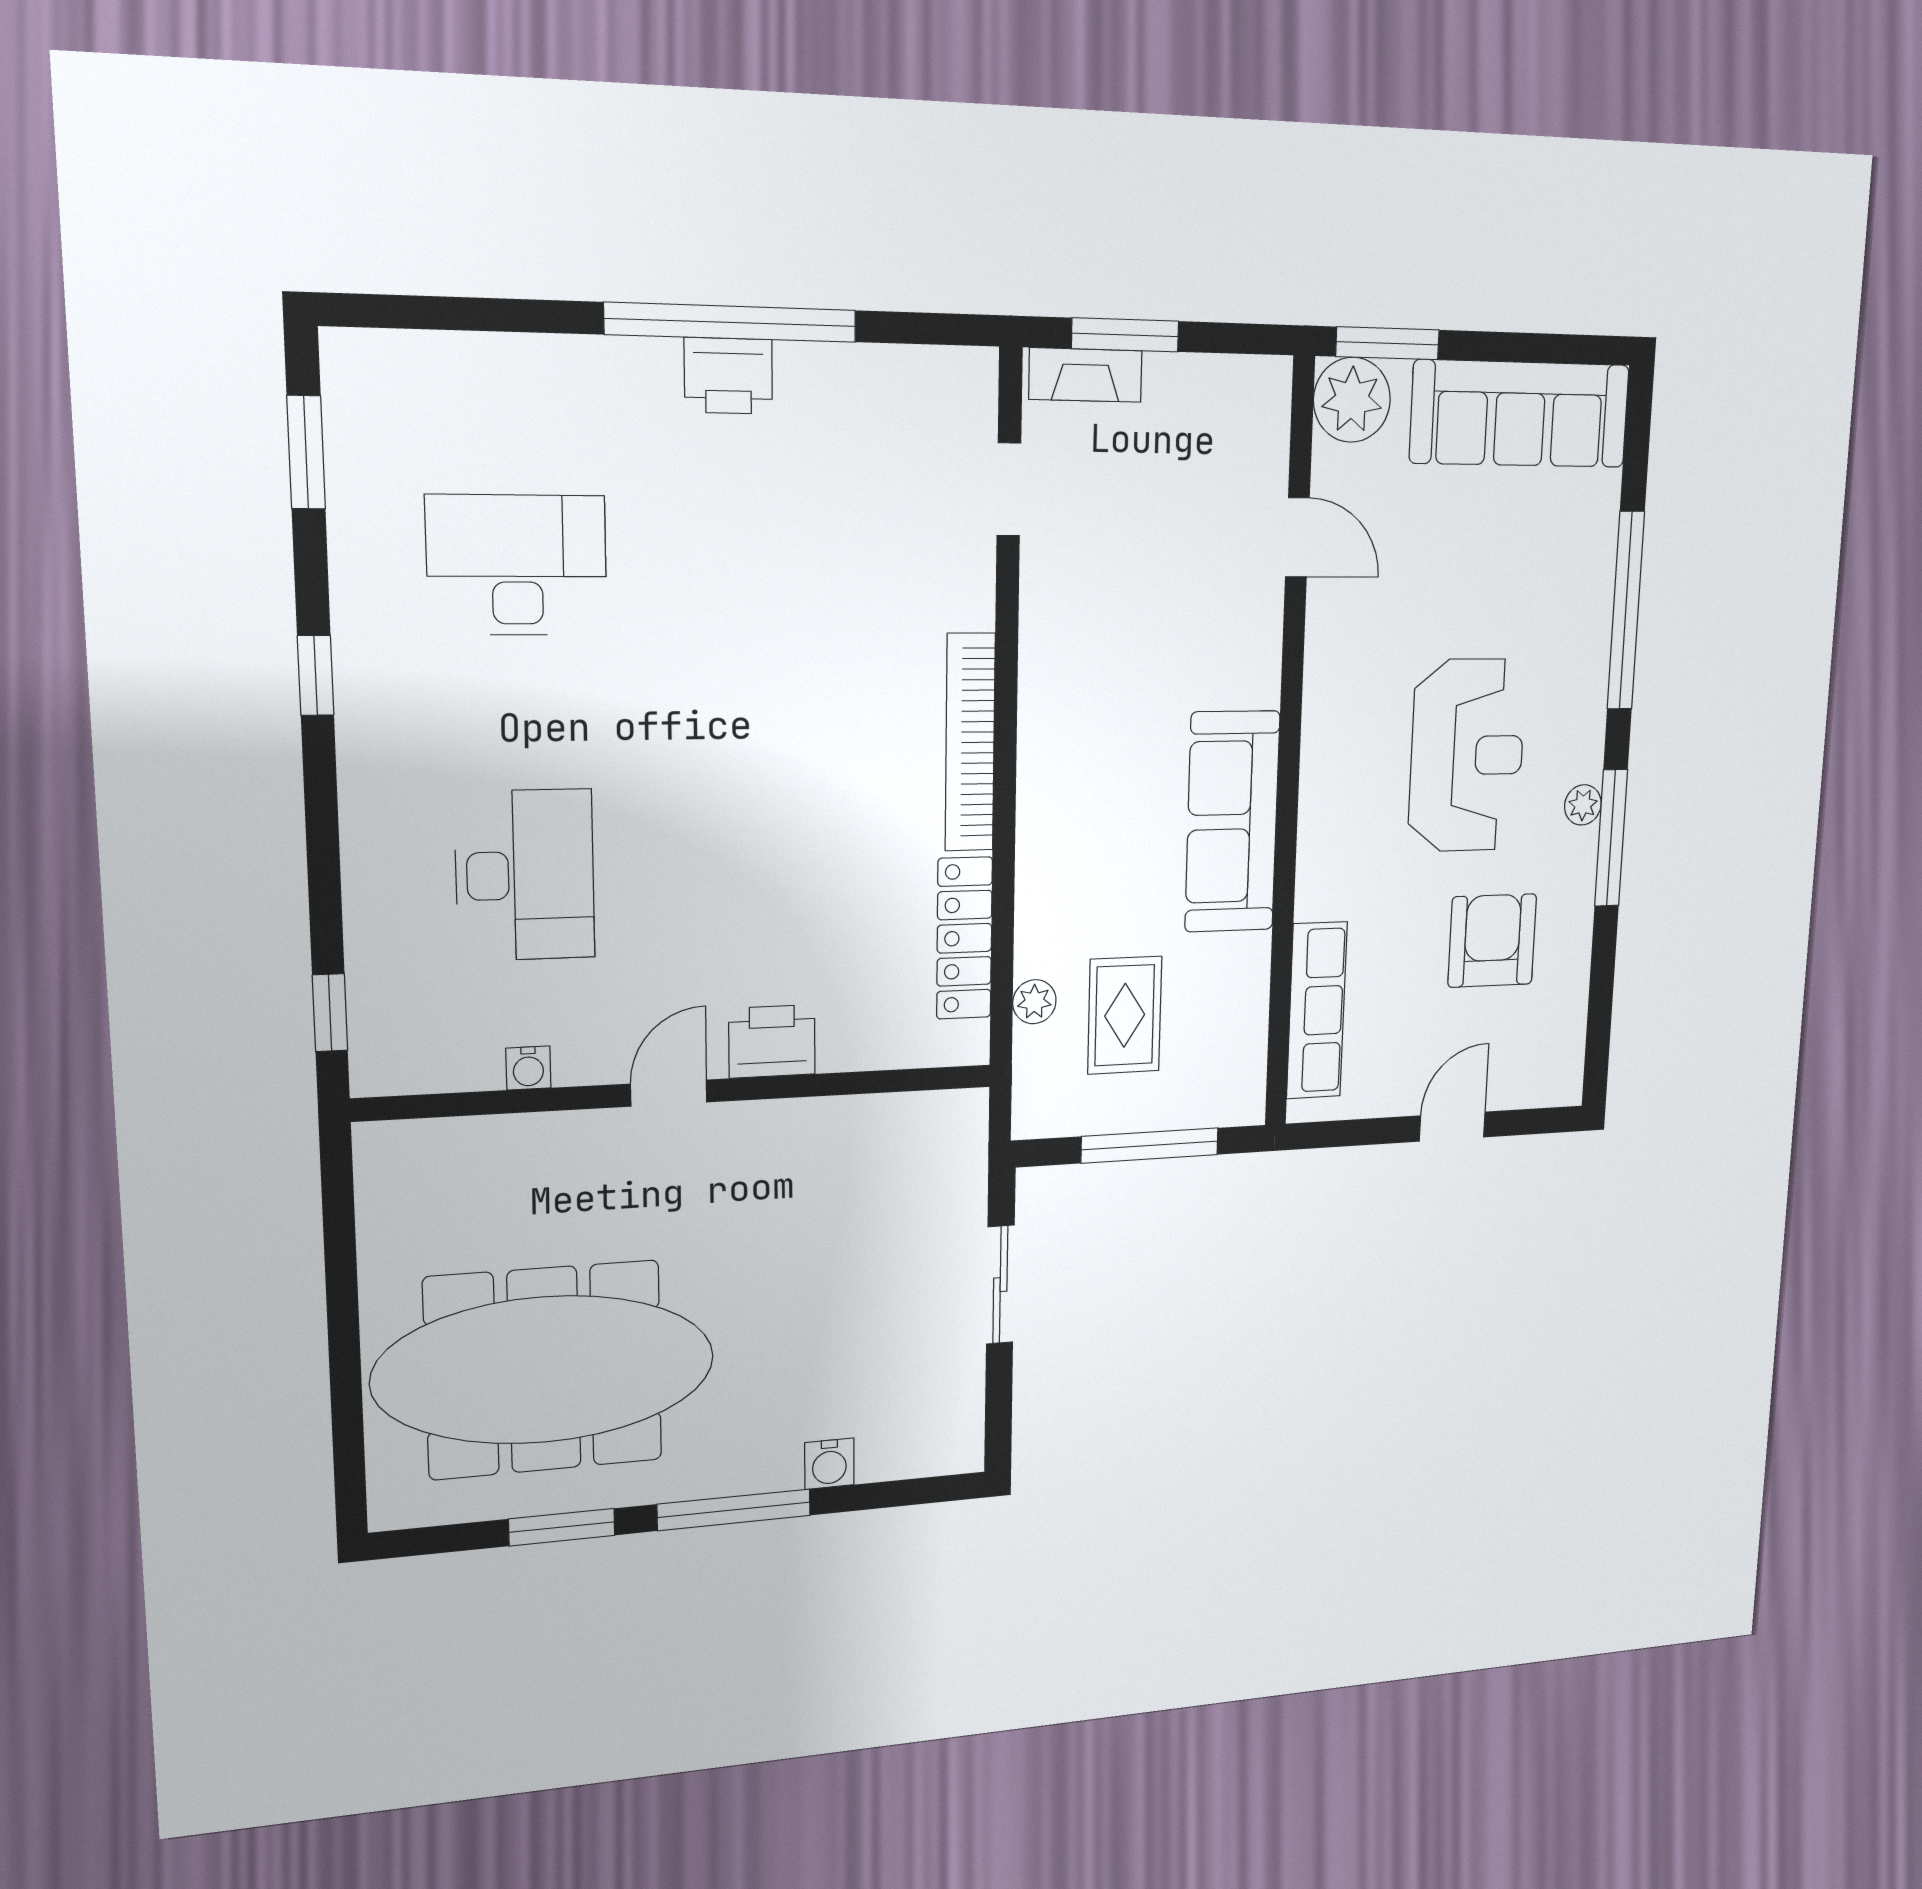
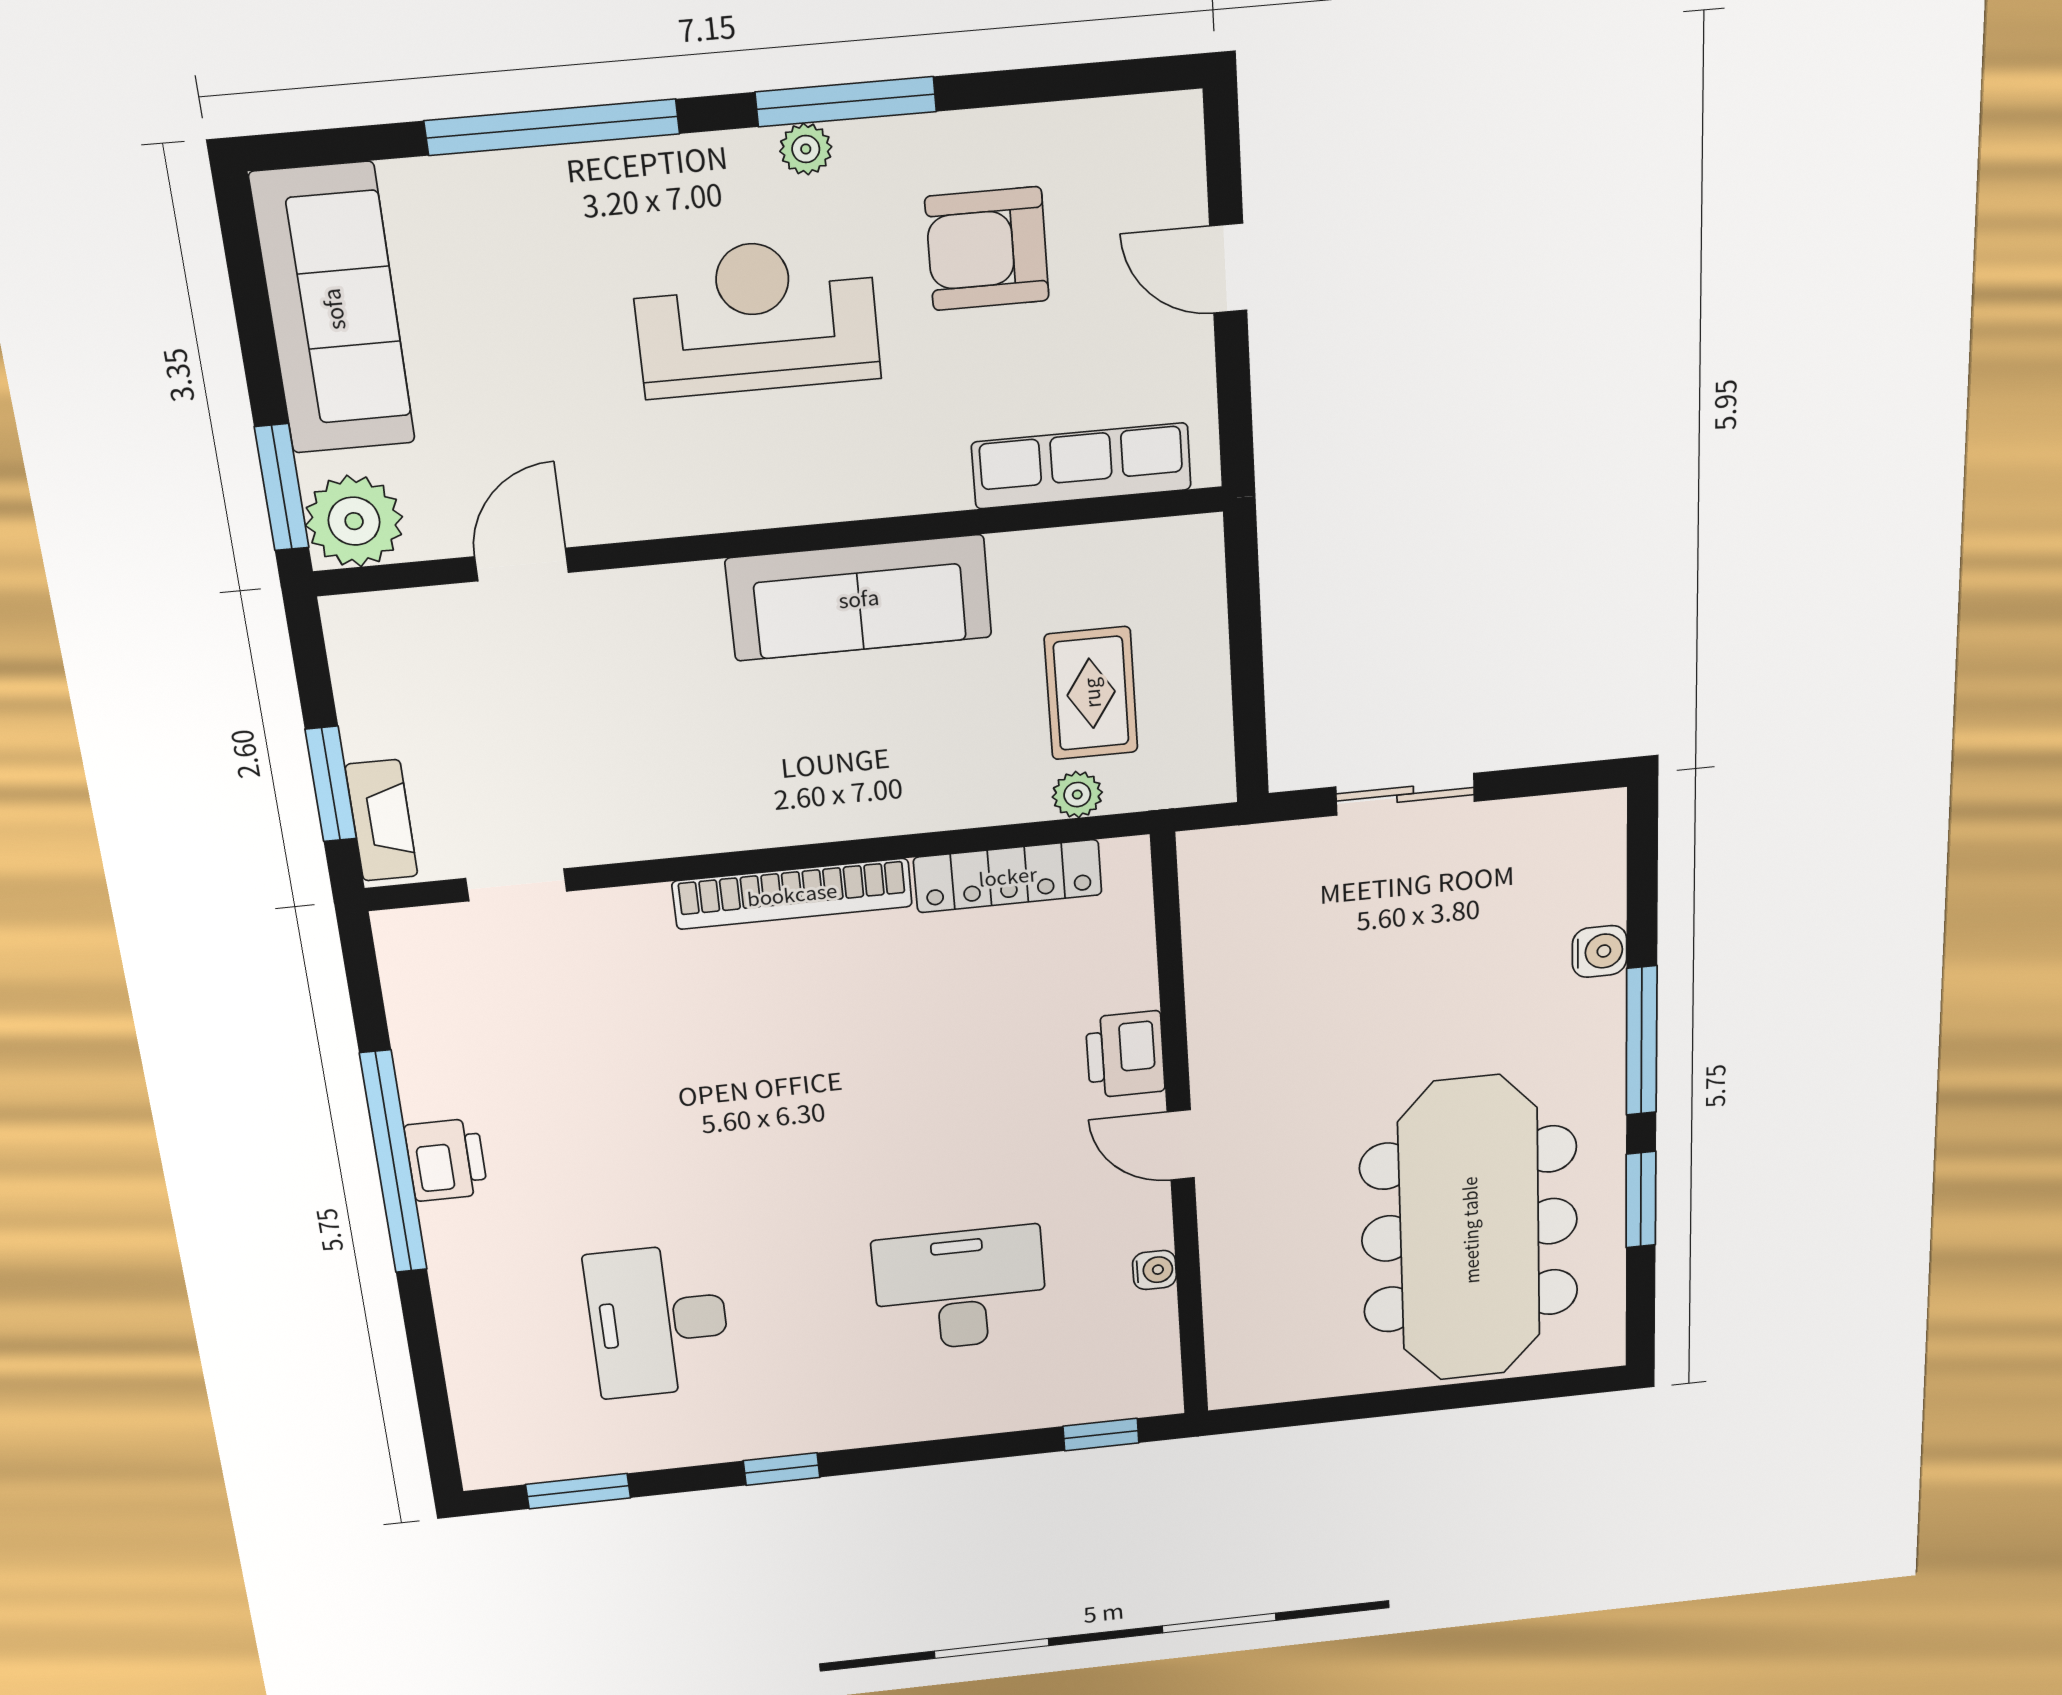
rug: (1125, 1015) -> (1091, 693), turned 90
window: (1150, 1145) -> (1246, 646), removed

